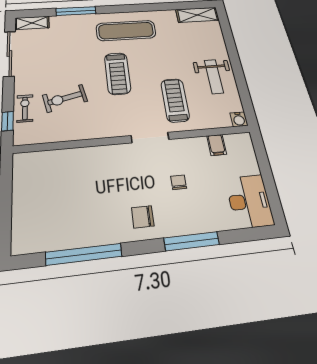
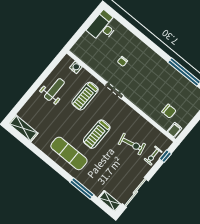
treadmill: (118, 73) -> (97, 134), turned 180
water cooler: (239, 119) -> (76, 67), moved
filing cabinet: (217, 145) -> (174, 130), moved
chair: (143, 217) -> (169, 111), moved
window: (192, 241) -> (141, 36), removed

